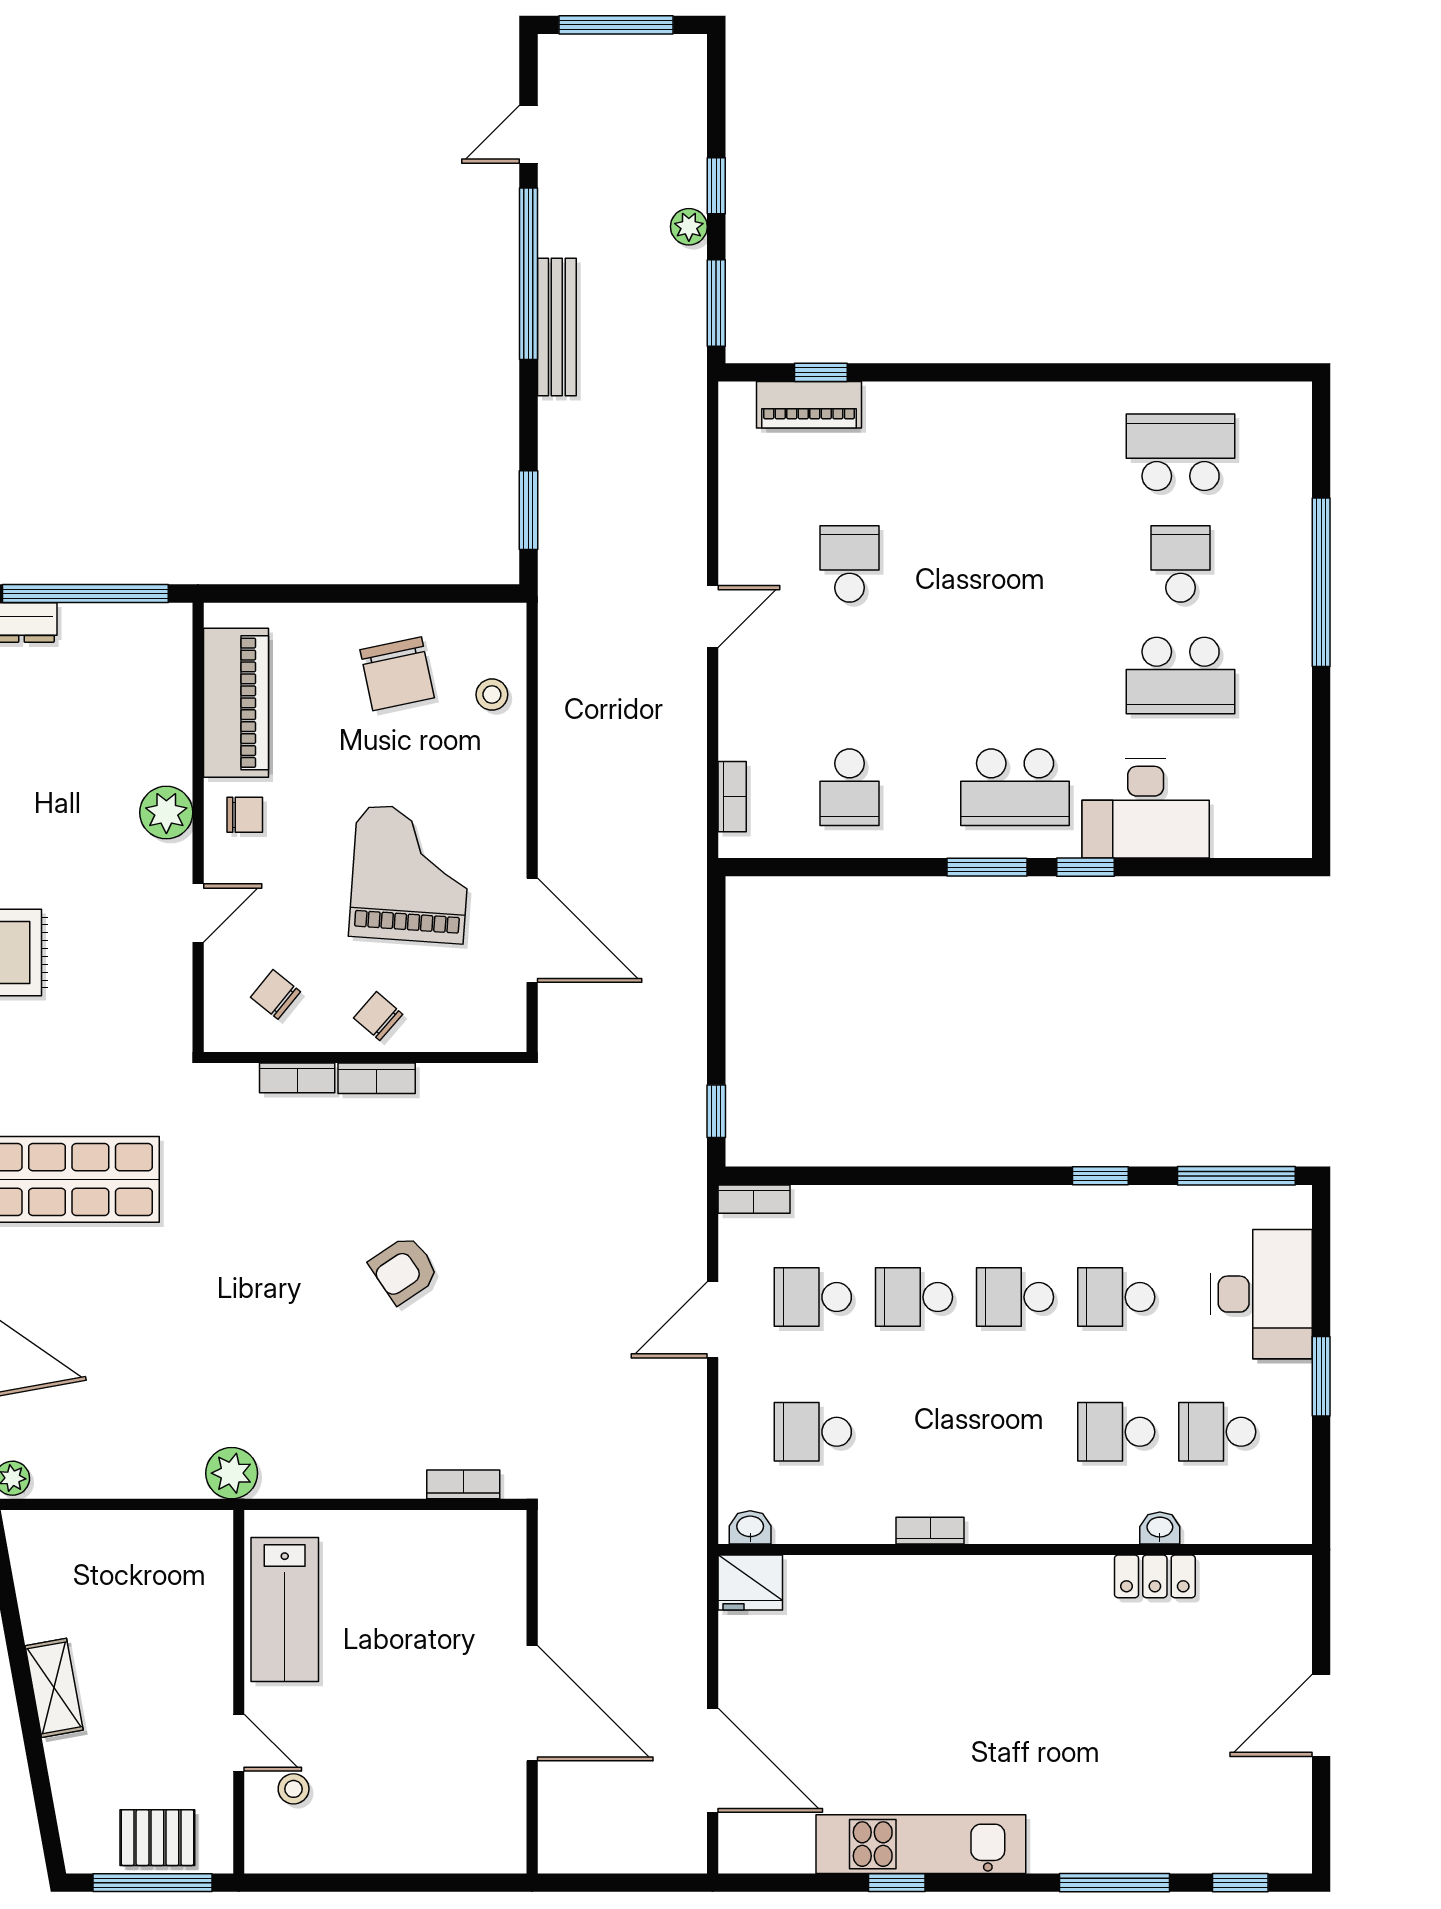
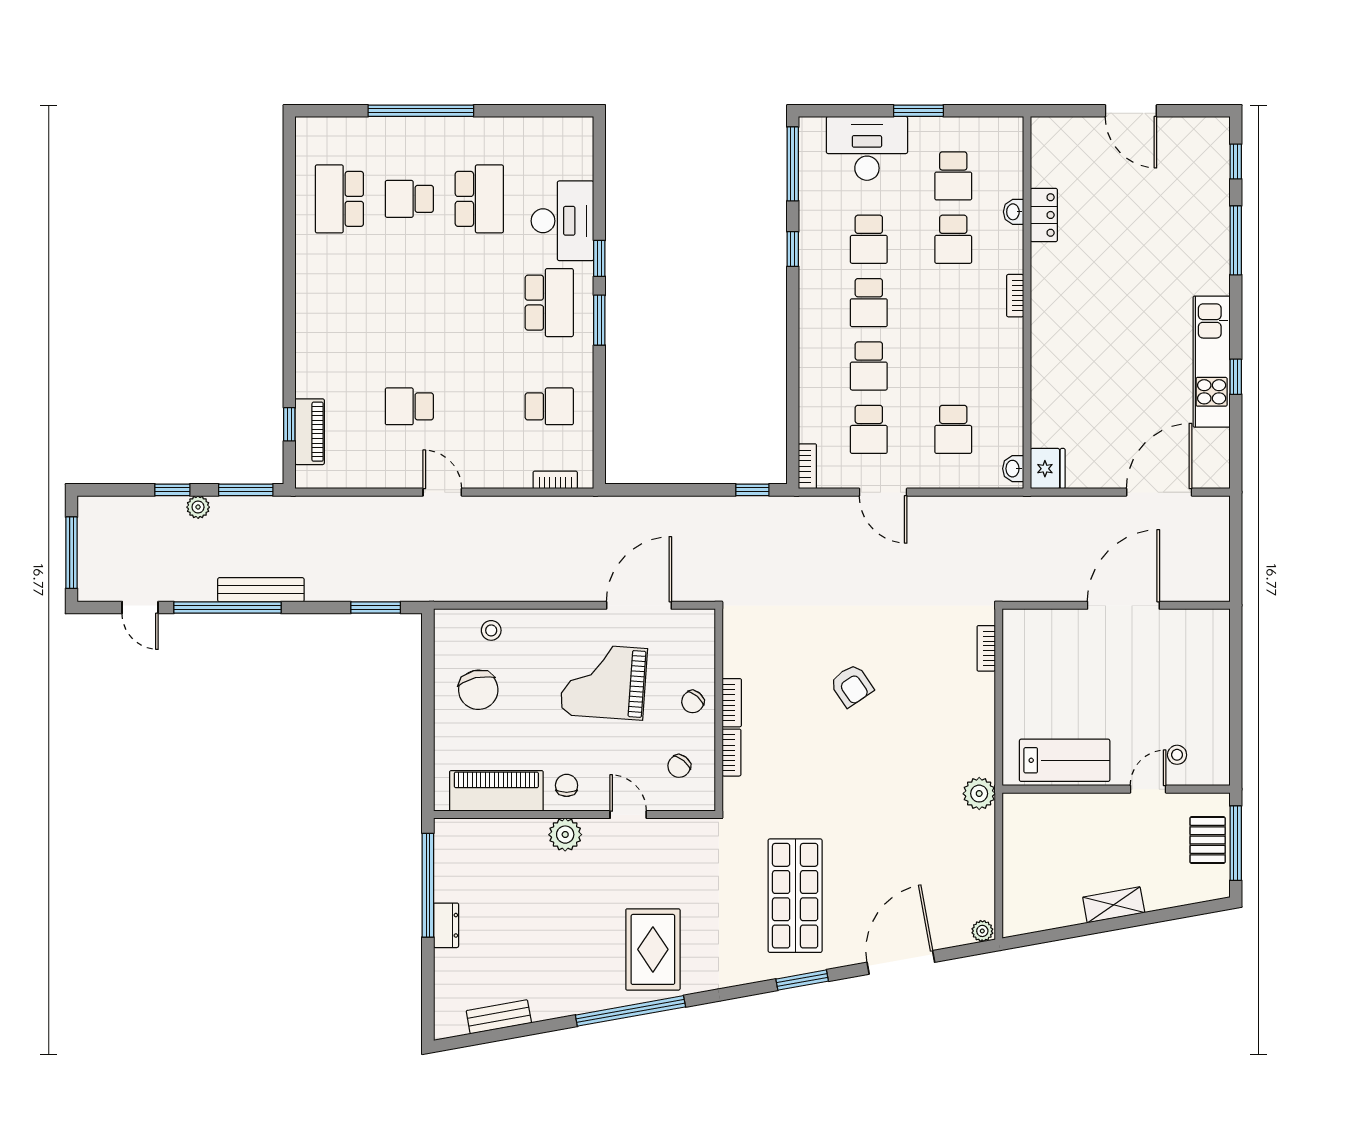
chair: (397, 674) -> (478, 690), turned 89
bookcase: (930, 1531) -> (1015, 296), moved

